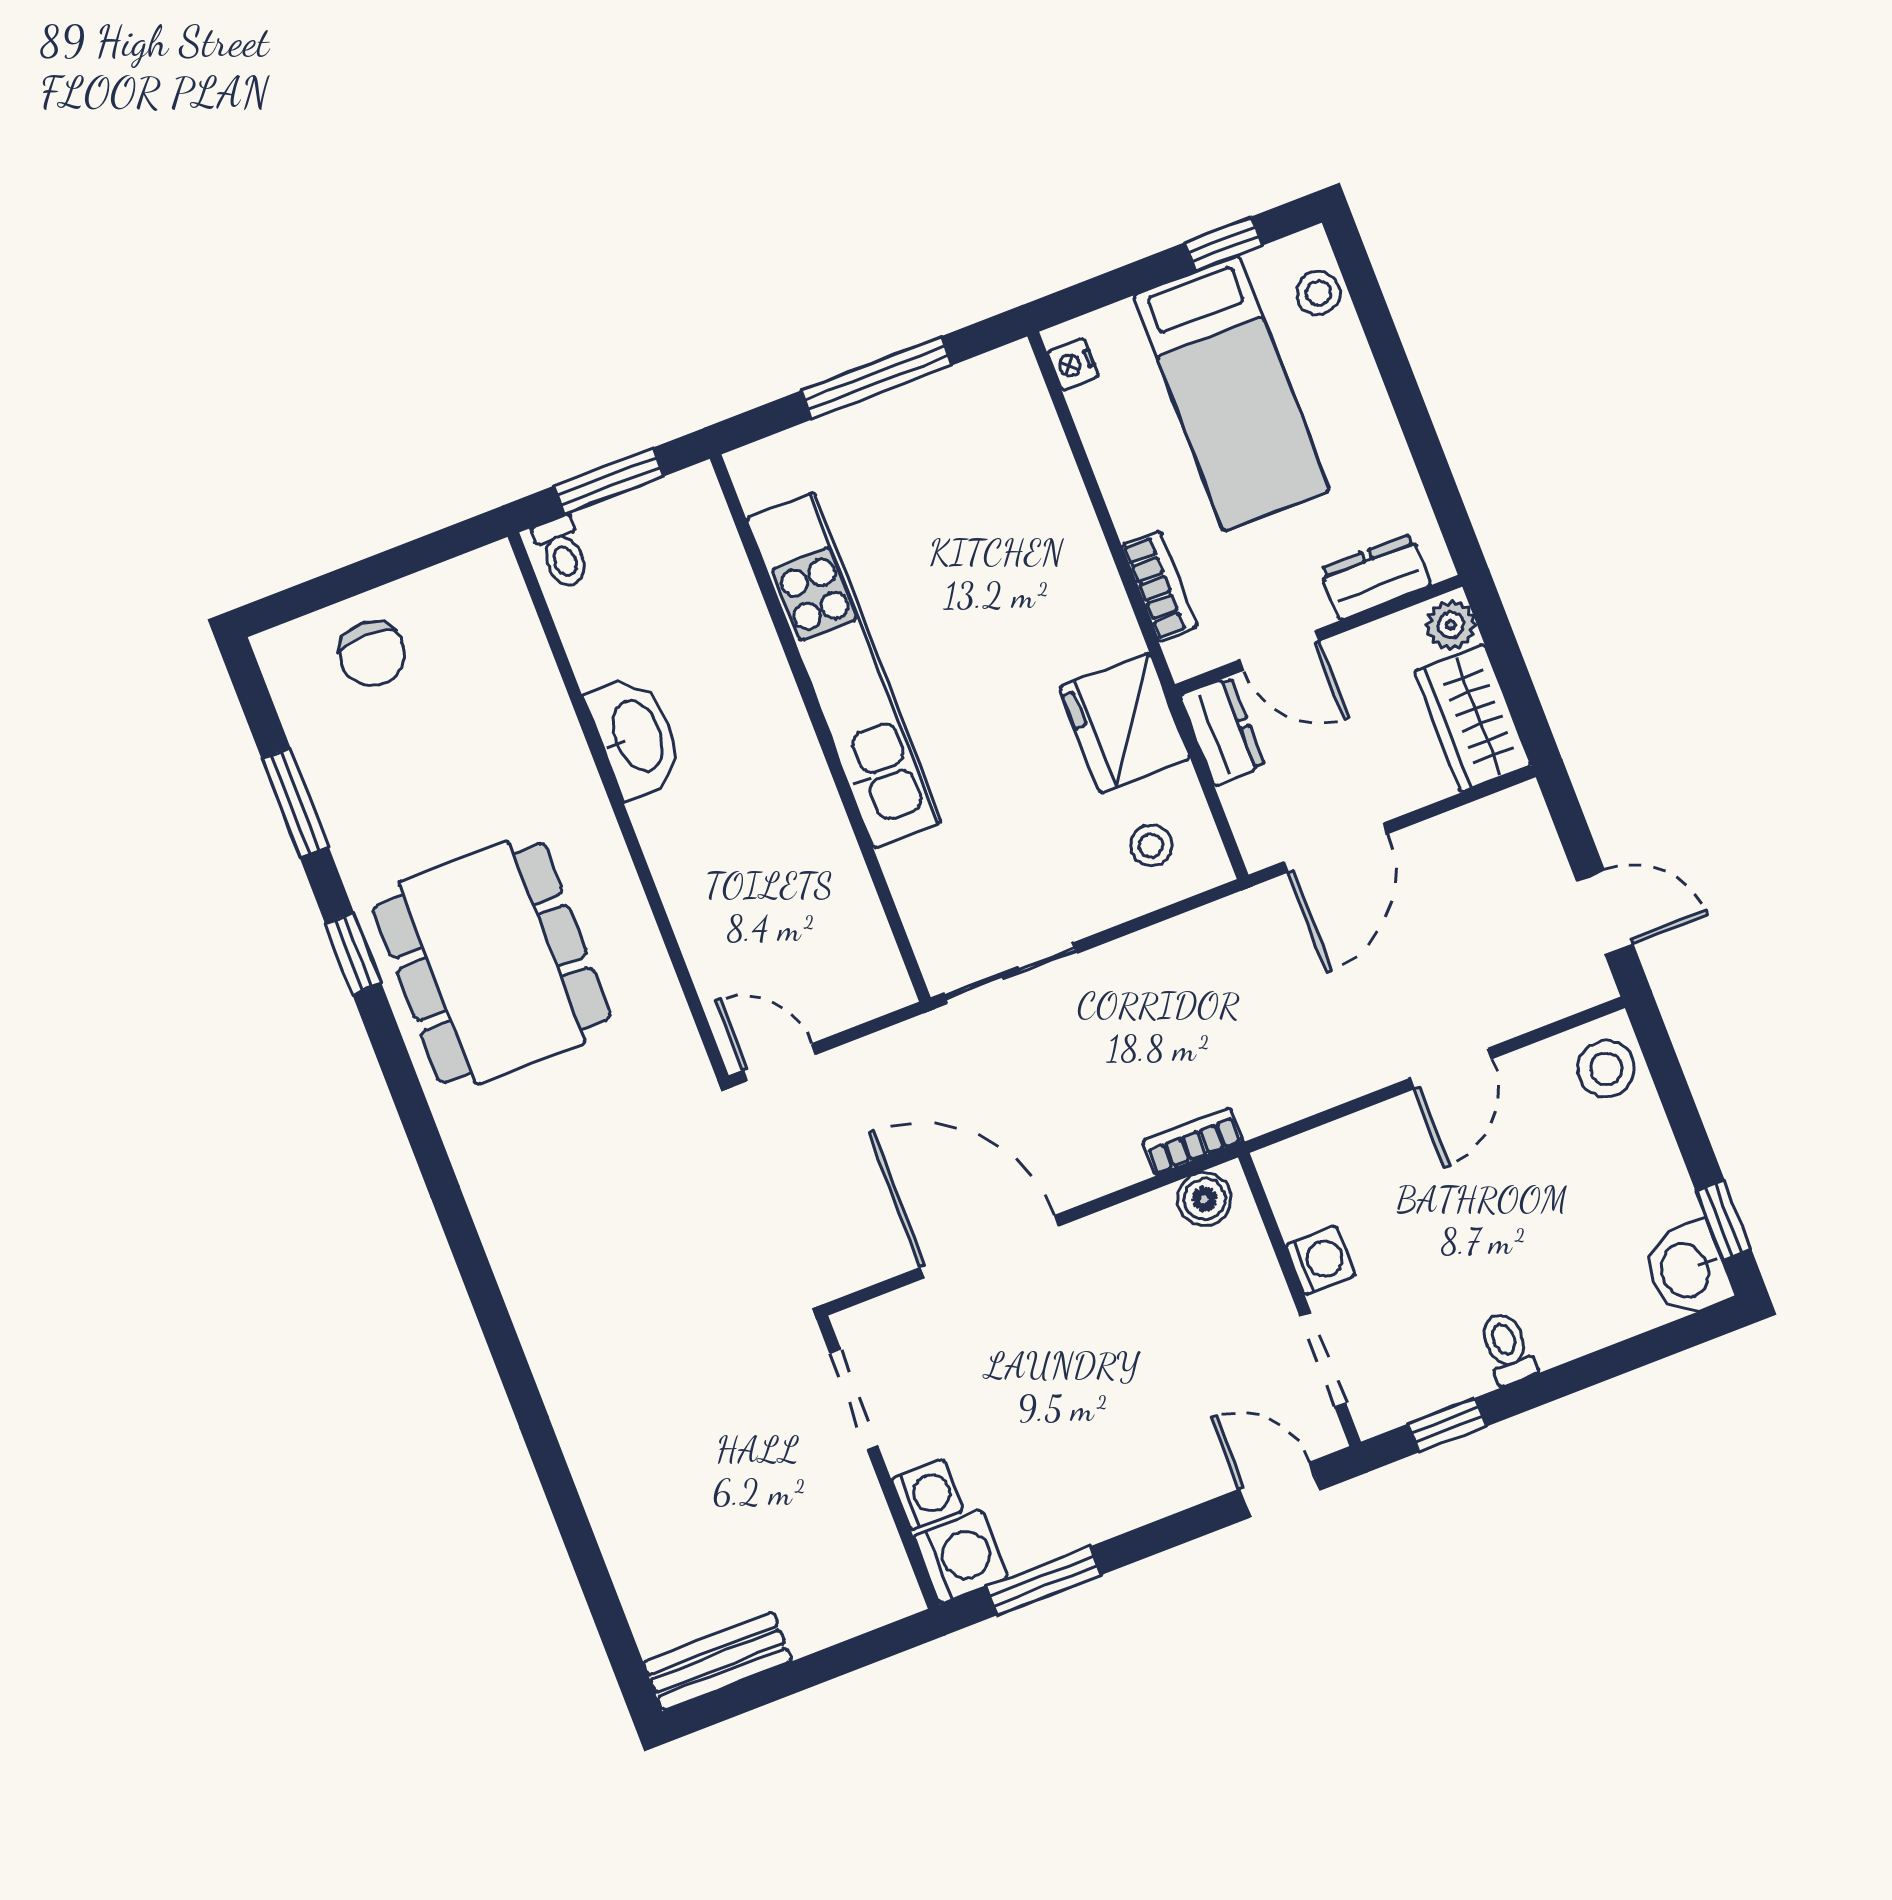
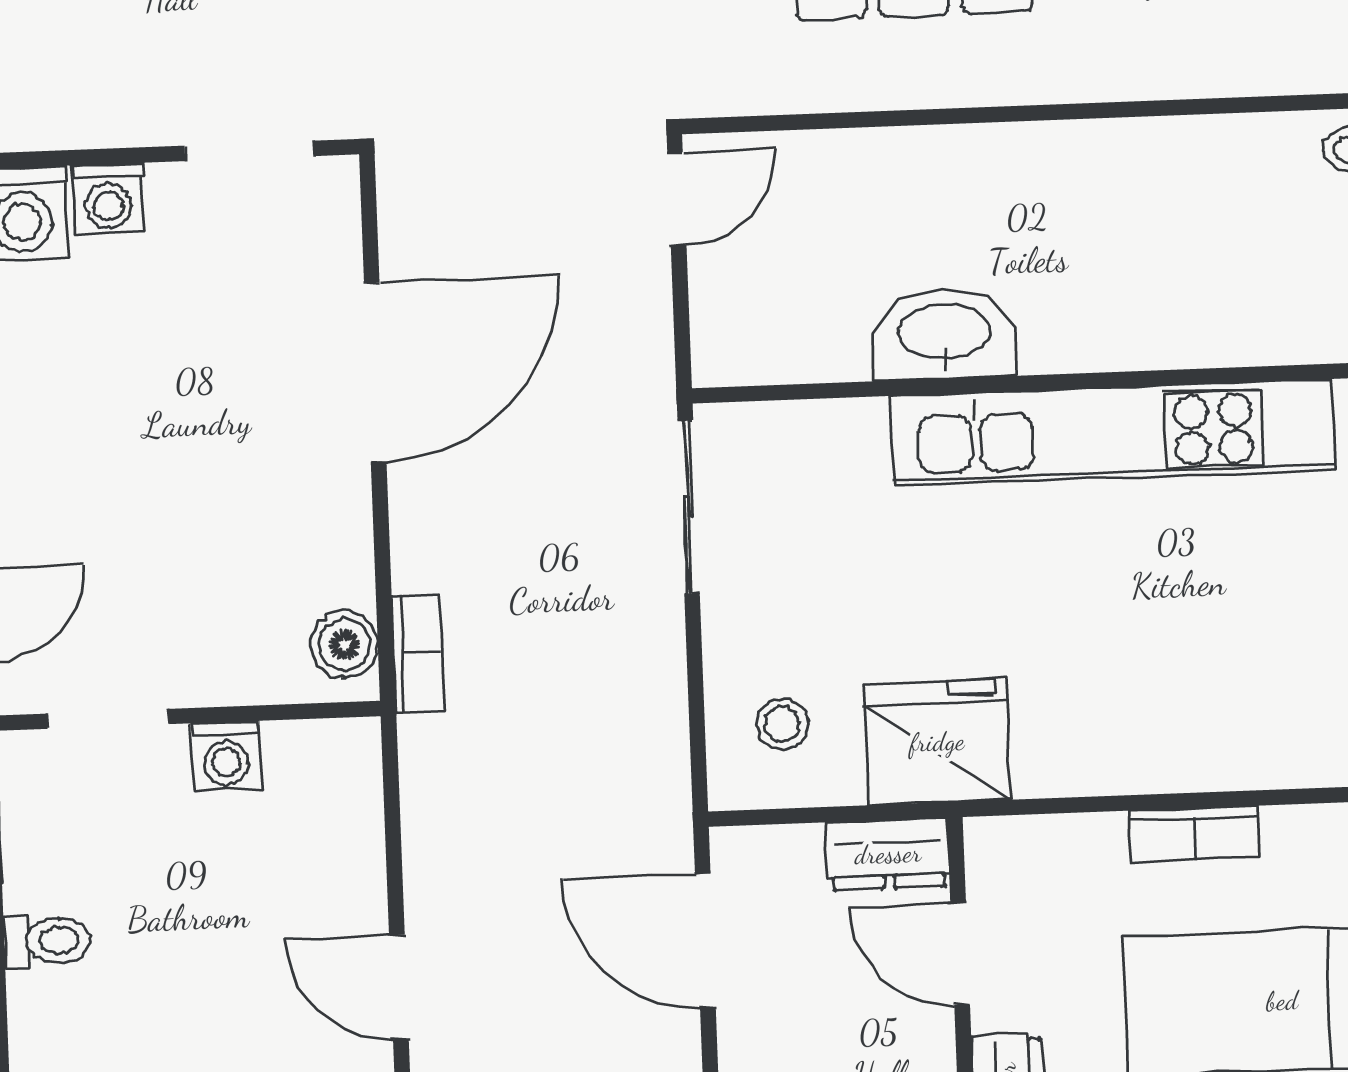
bookcase: (1160, 586) -> (1194, 834), moved
door: (1279, 650) -> (960, 954), hinge flipped
washbasin: (636, 736) -> (944, 335), moved, turned 180

